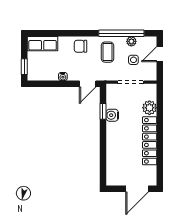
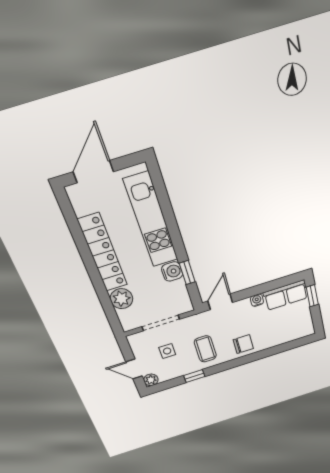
window: (121, 33) -> (194, 376), width x0.32
plant: (131, 41) -> (151, 380), moved
row of seats: (43, 44) -> (286, 295), moved, turned 180
door: (160, 54) -> (134, 369), swing flipped
kitchen unit: (114, 151) -> (151, 220), added

